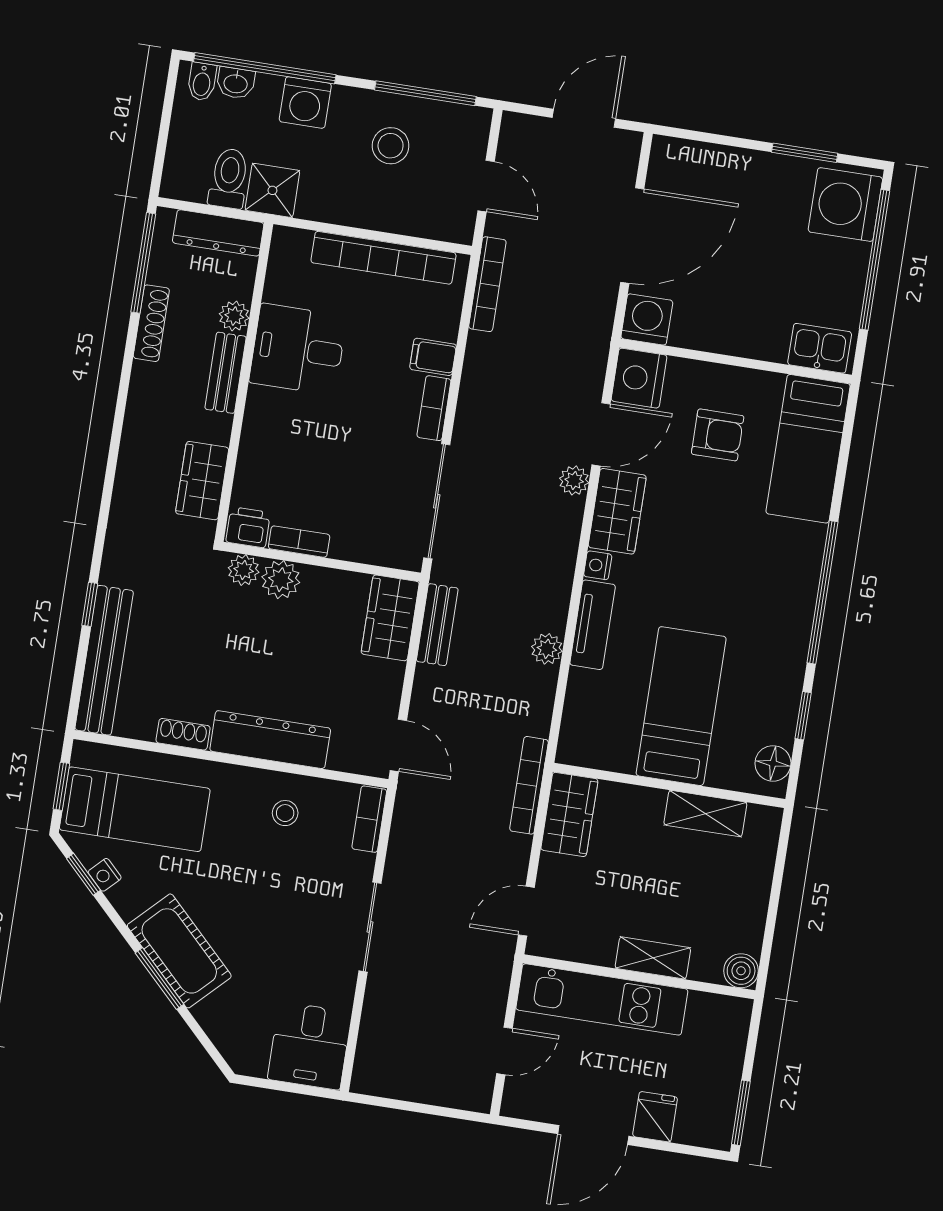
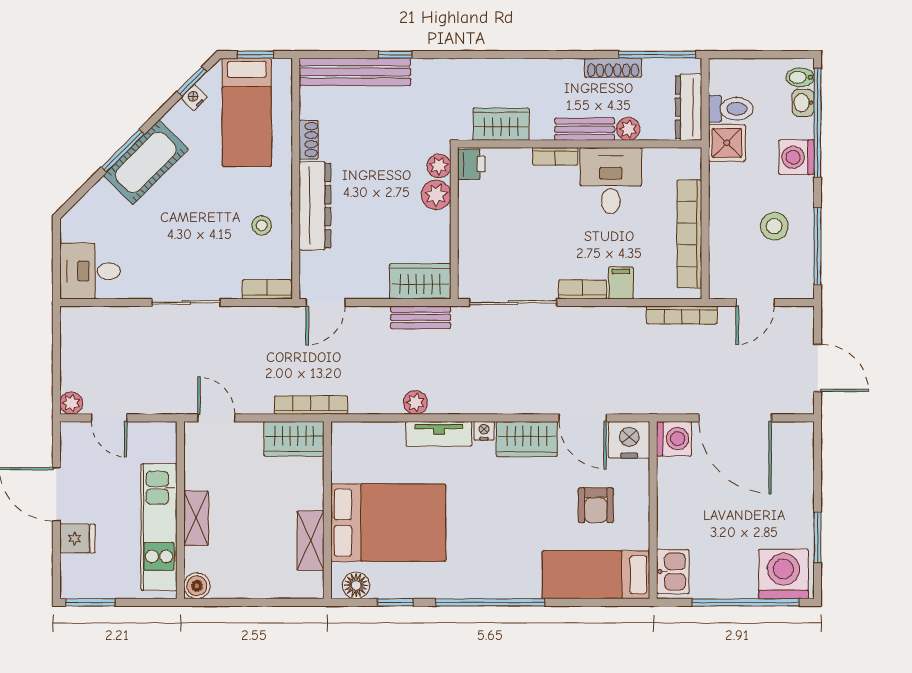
plant: (574, 480) -> (71, 403), moved
bookcase: (299, 542) -> (555, 156), moved, turned 90
bed: (681, 706) -> (388, 523), width x1.50
kitchen unit: (602, 999) -> (159, 527), moved

